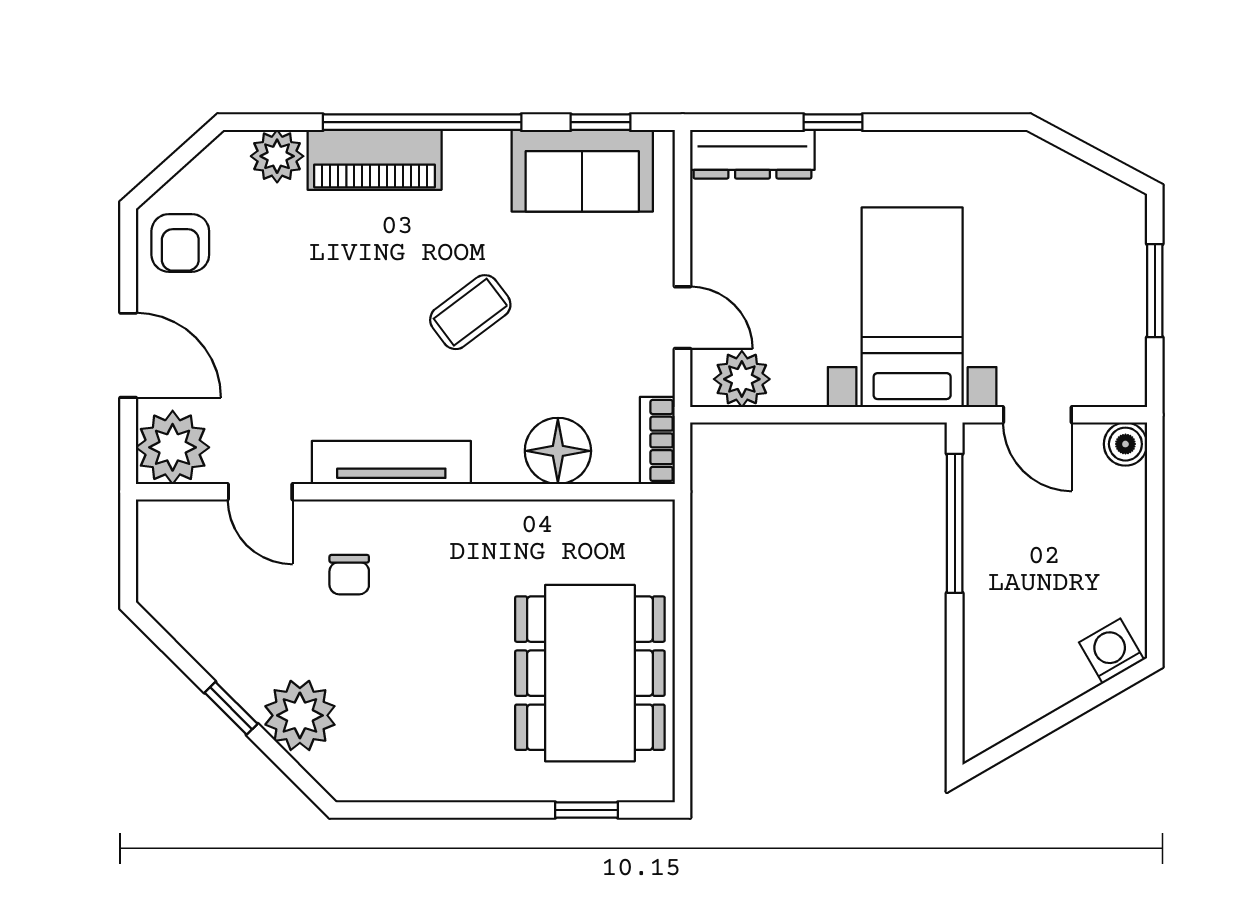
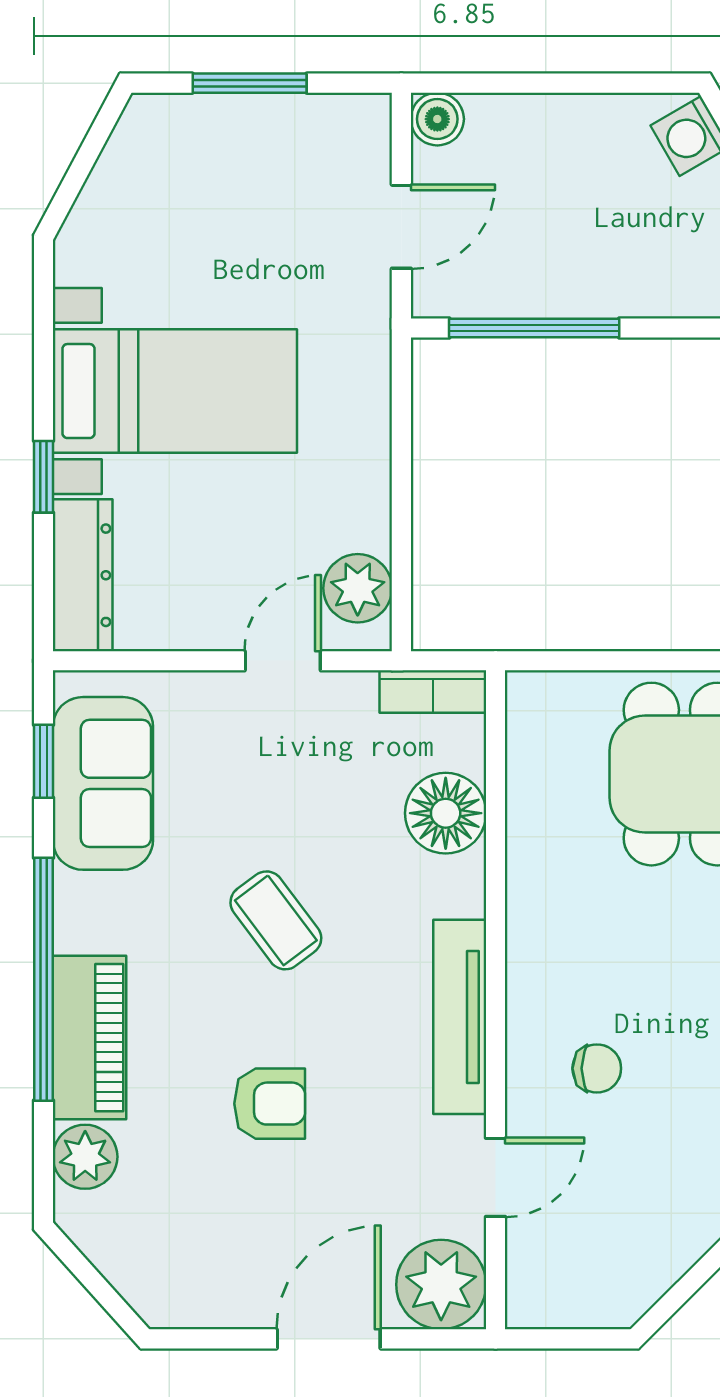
armchair: (180, 243) -> (270, 1104), moved
bed with nightstands: (912, 307) -> (175, 391), moved, turned 180

